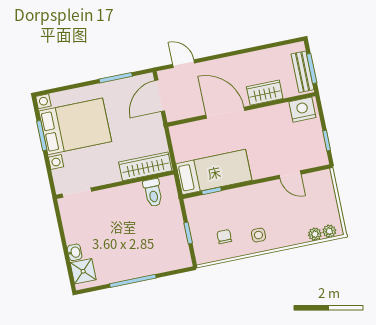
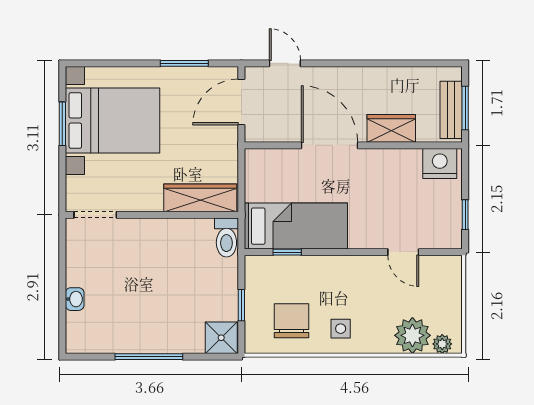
toilet: (153, 193) -> (226, 238), moved
plant: (315, 234) -> (412, 335), width x1.88, depth x1.88
chair: (224, 237) -> (292, 321), width x1.87, depth x1.87
shower: (83, 271) -> (221, 338), moved

